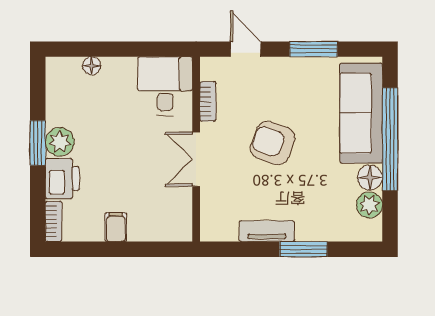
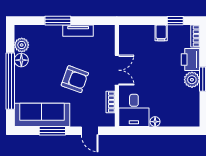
floor lamp: (92, 66) -> (155, 122), moved
sofa: (361, 113) -> (42, 115), moved, turned -90
window: (90, 249) -> (175, 21), added

